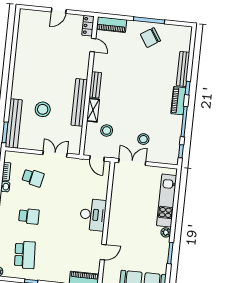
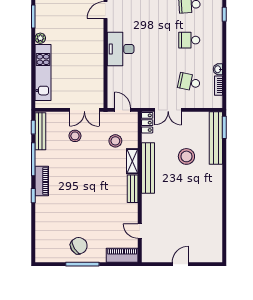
locker: (88, 26) -> (147, 123), moved
bench: (183, 69) -> (40, 131), moved

